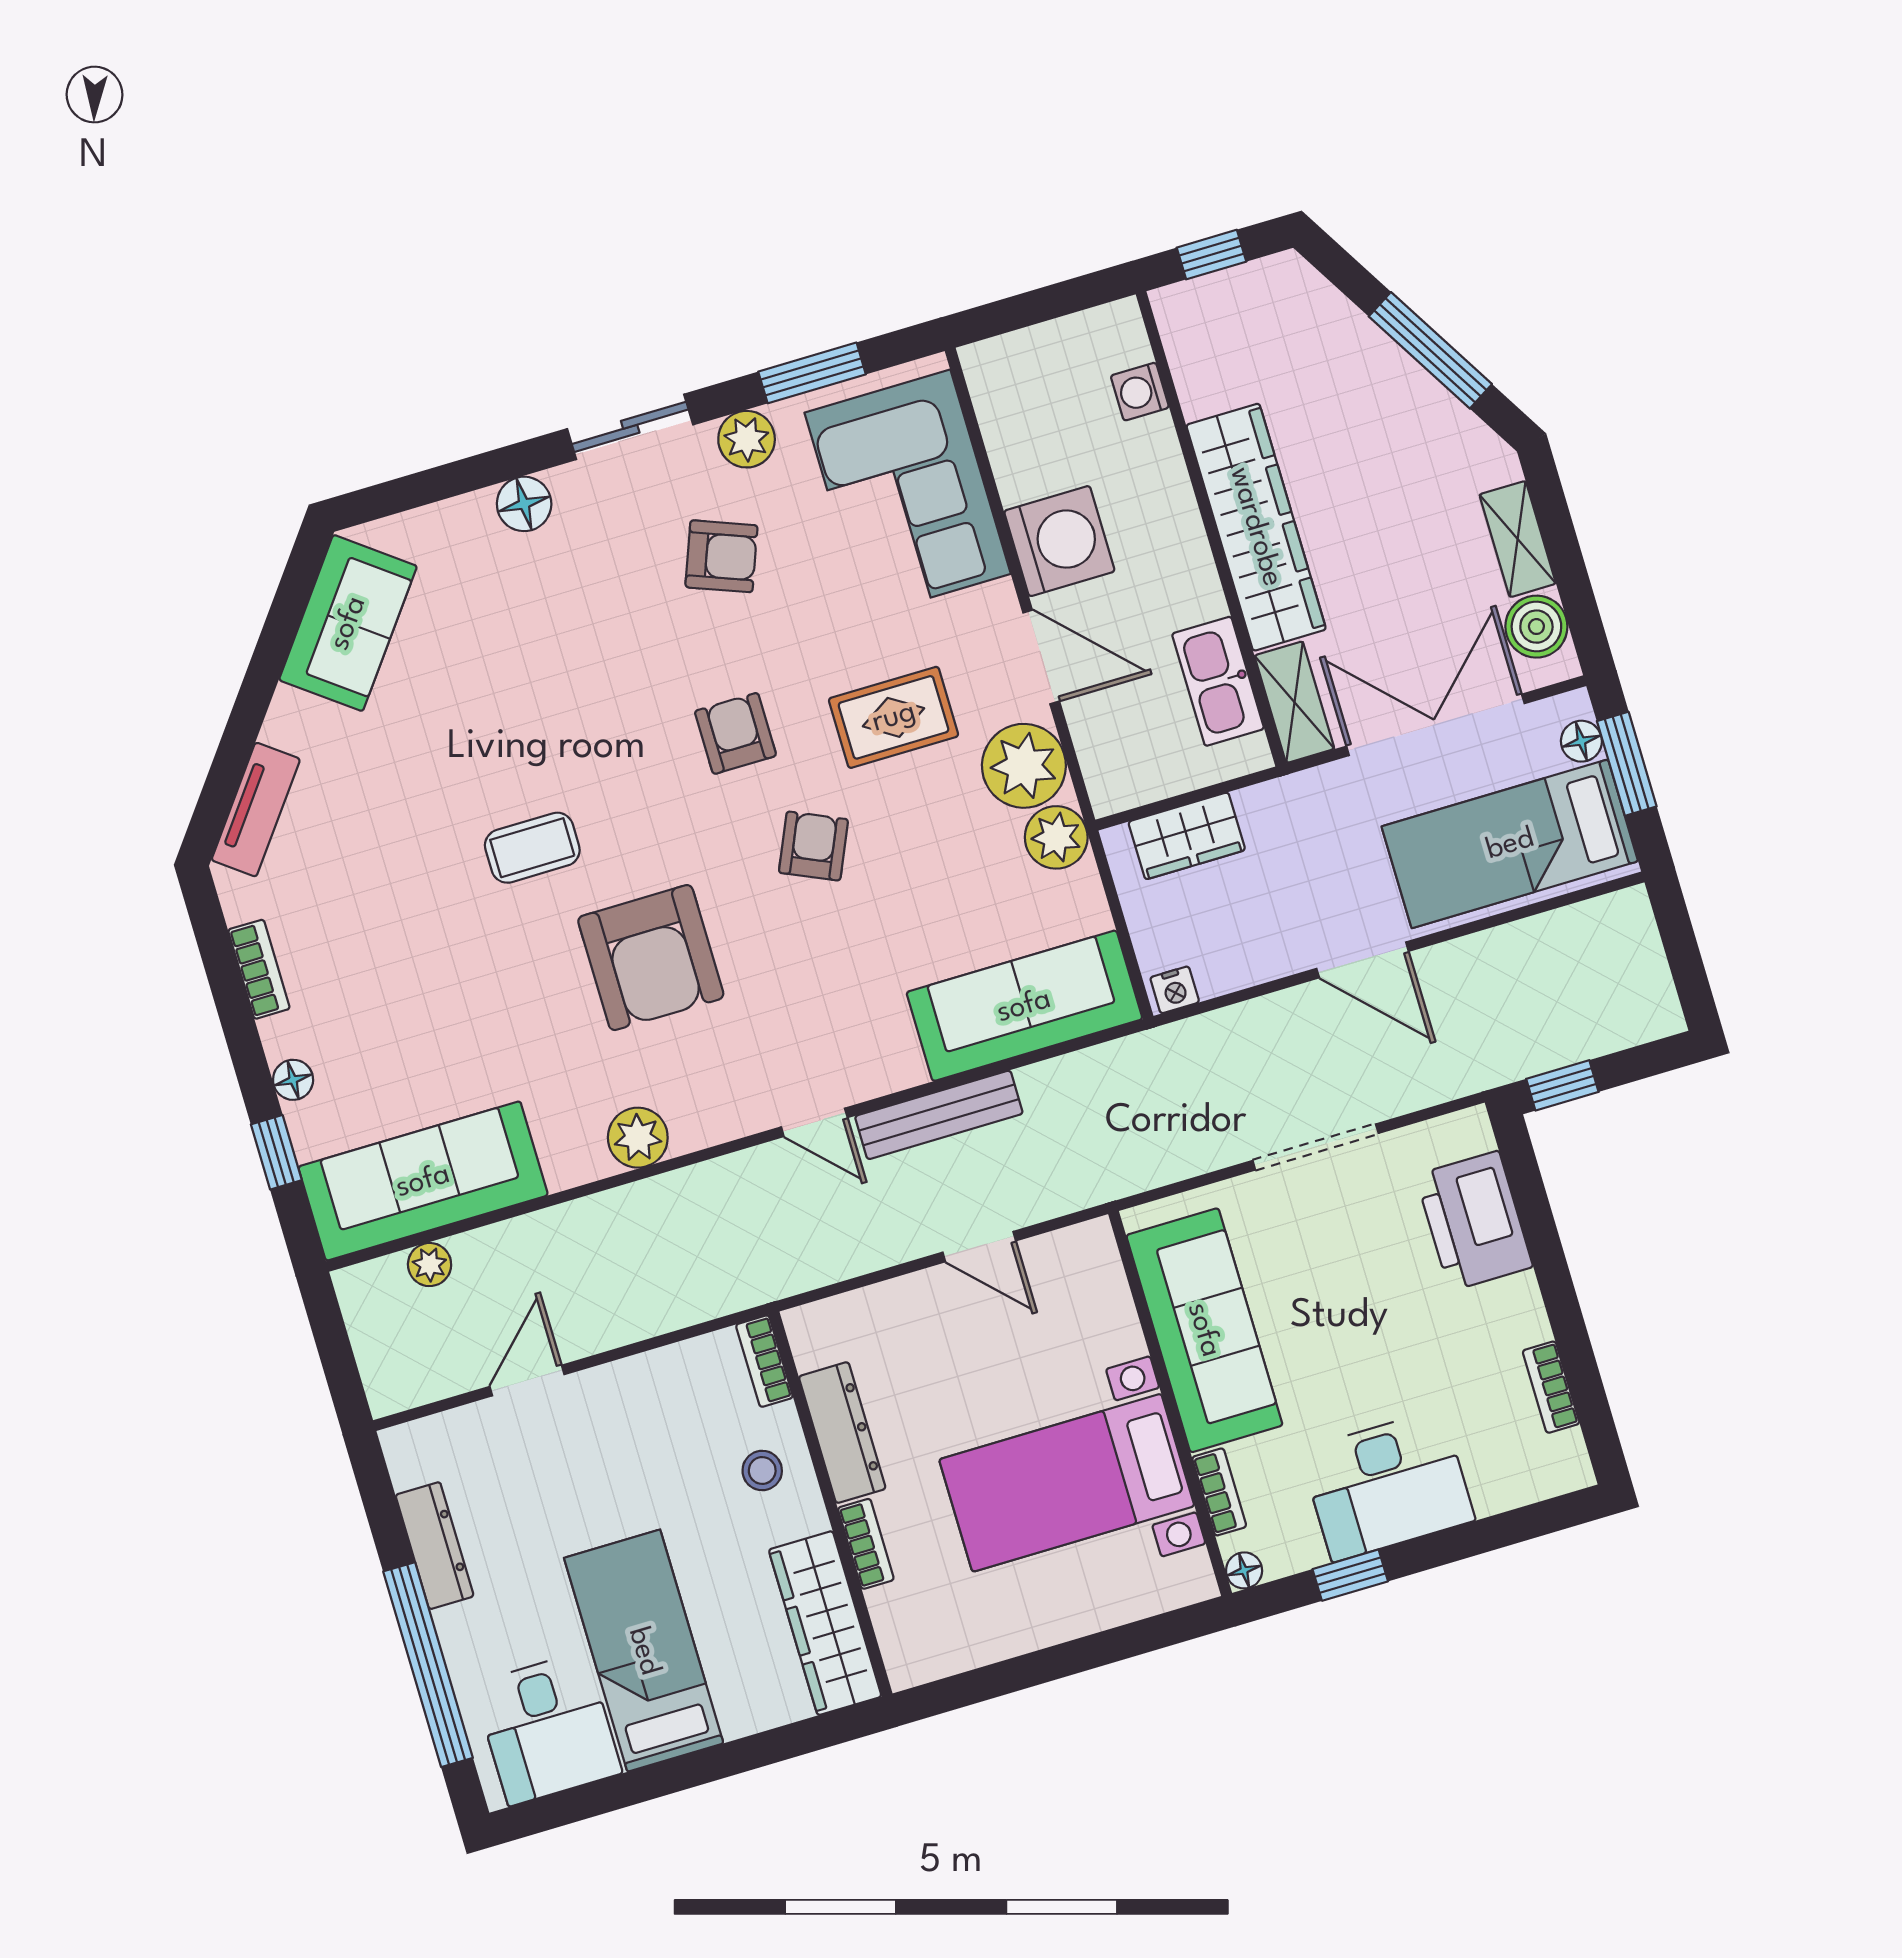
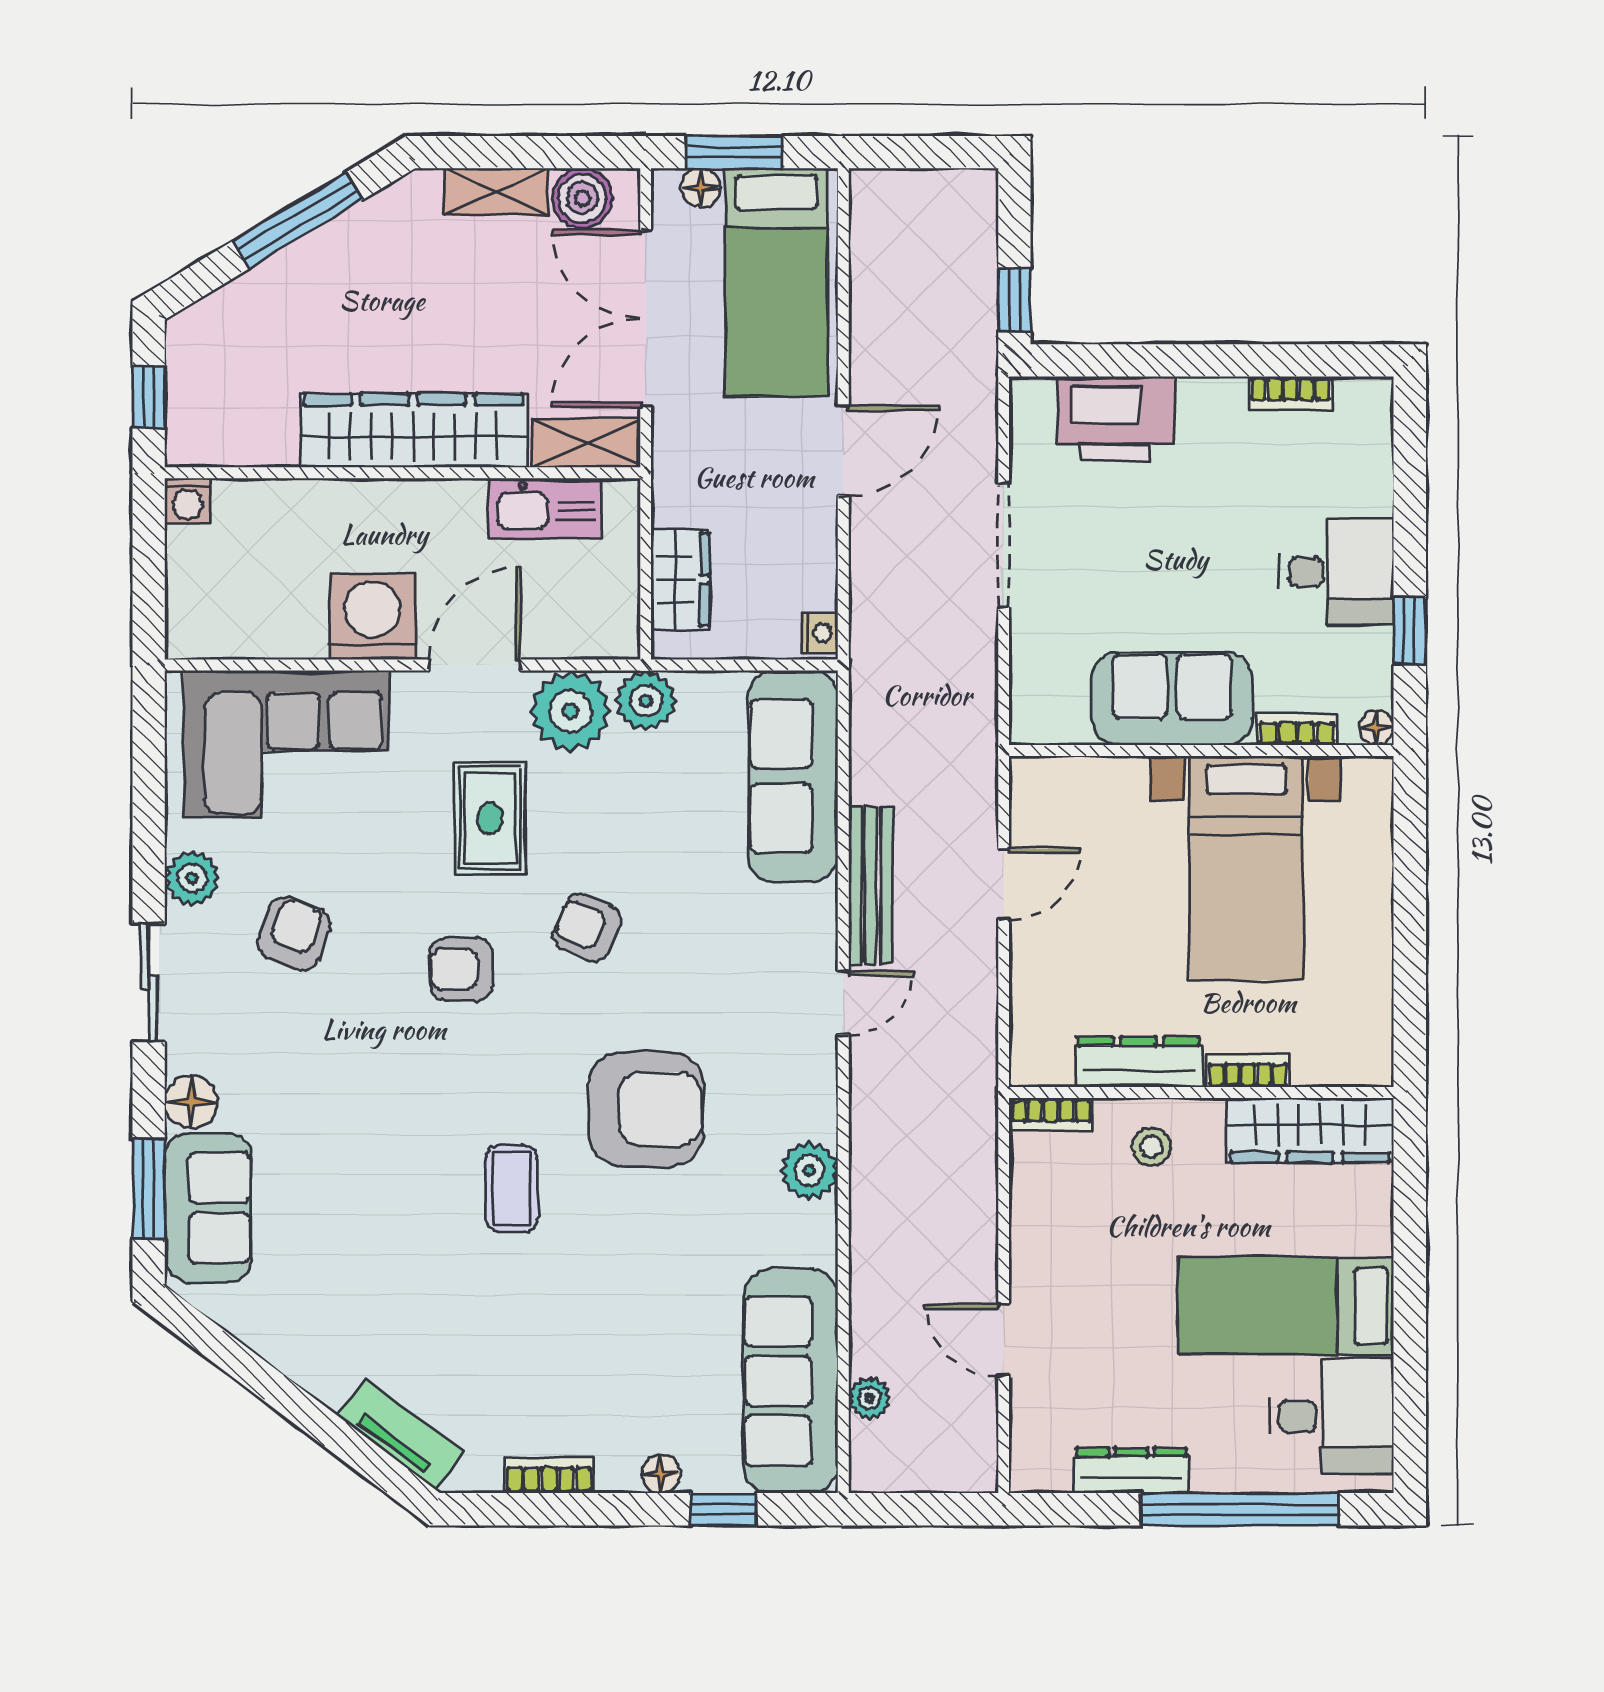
window: (812, 373) -> (149, 1189), moved
washing machine: (1140, 392) -> (188, 501), moved
sofa: (348, 623) -> (208, 1208), moved, turned 53
sofa: (1204, 1330) -> (1172, 699), width x0.73
desk: (1387, 1485) -> (1337, 572), width x0.73

